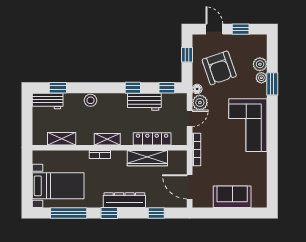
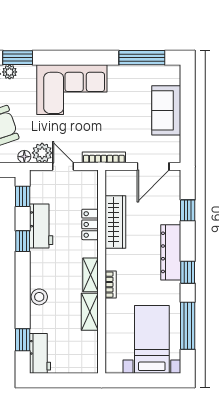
shelving: (62, 139) -> (90, 312), moved
locker: (152, 139) -> (90, 224), width x0.66
window: (272, 178) -> (142, 58), added

